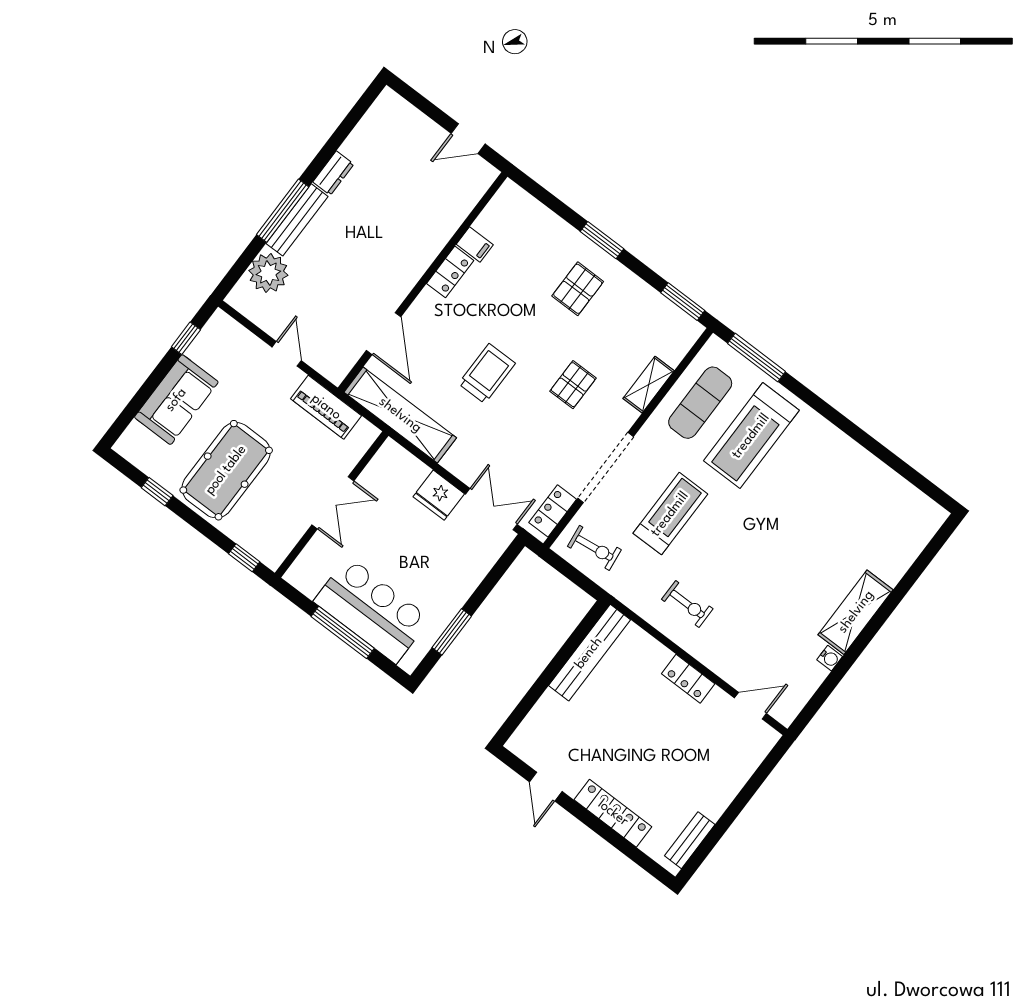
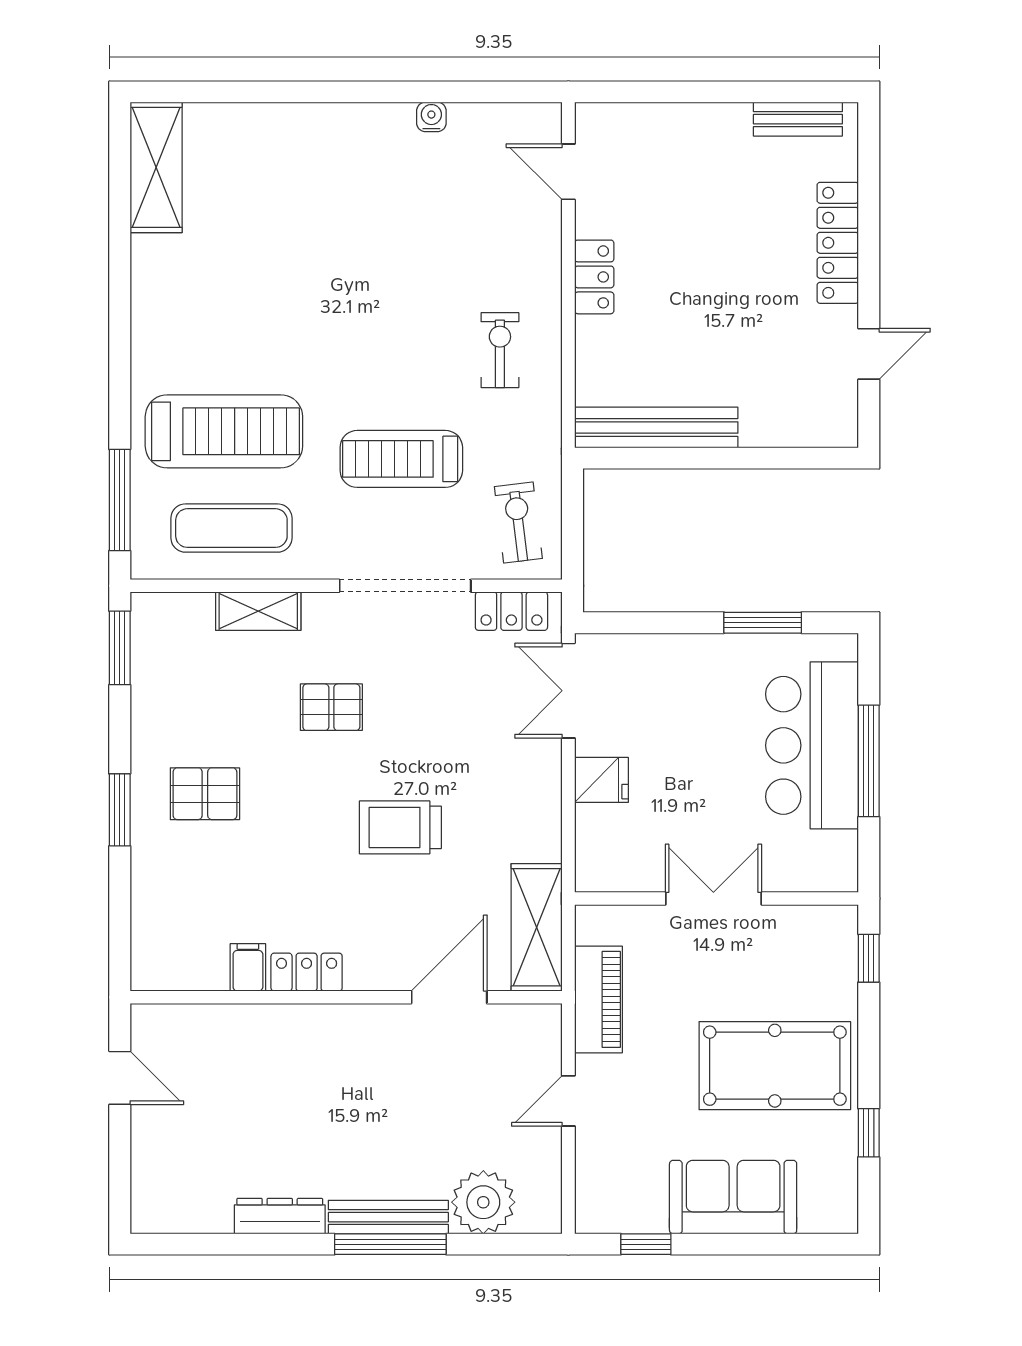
dresser: (333, 173) -> (280, 1216), width x1.44
shelving: (400, 415) -> (537, 927), width x0.68
fridge: (439, 495) -> (601, 780), width x0.72
shelving: (856, 612) -> (156, 167), moved, turned 90

